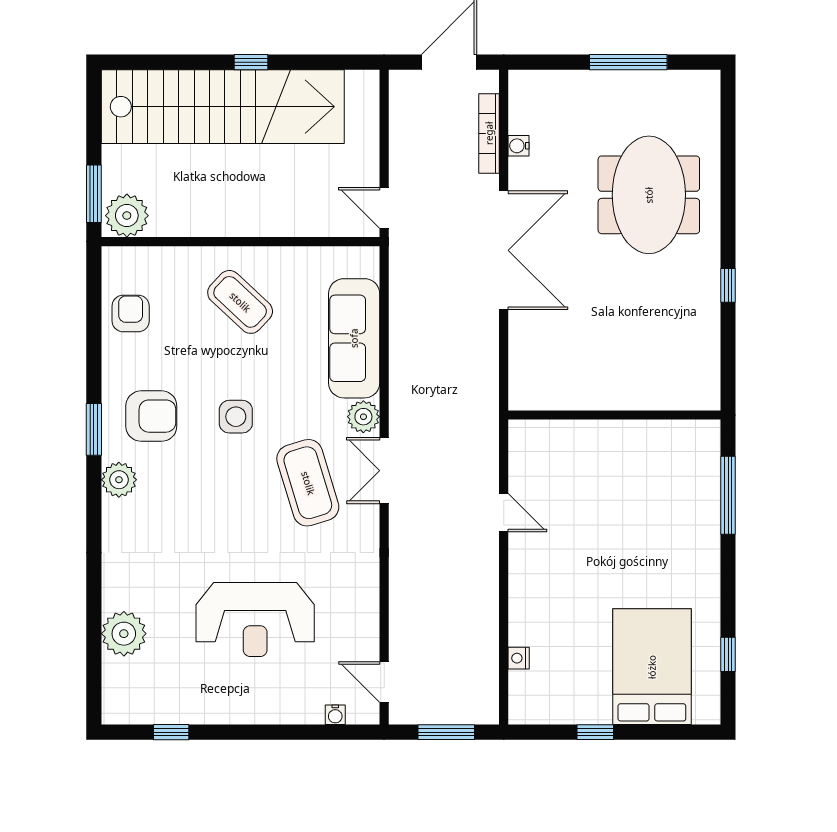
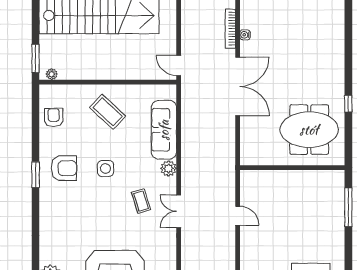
meeting table: (649, 195) -> (309, 130), moved, turned 90
plant: (127, 216) -> (52, 74), width x0.53, depth x0.53
double door: (384, 471) -> (179, 211), moved
plant: (119, 480) -> (48, 200), removed
coffee table: (308, 483) -> (141, 201), width x0.54, depth x0.58

